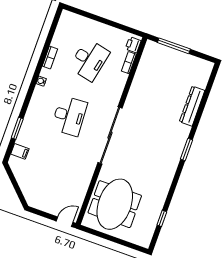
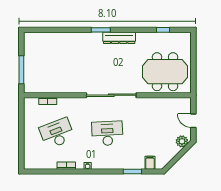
printer: (133, 45) -> (32, 103), removed
desk: (89, 60) -> (57, 133), turned -33
dresser: (192, 106) -> (119, 38), moved
plant: (31, 195) -> (182, 141), added
door: (65, 222) -> (193, 121), moved

